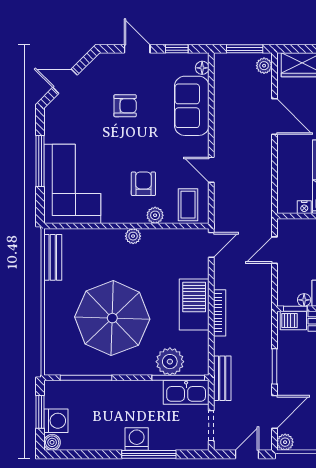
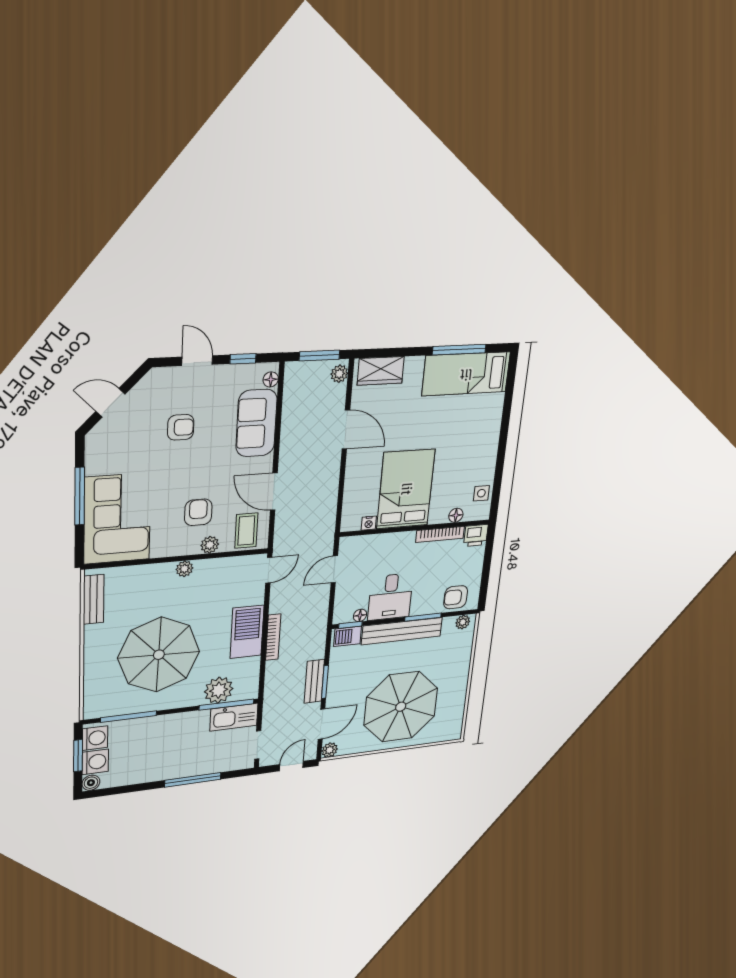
door: (211, 170) -> (274, 492), width x1.38
bench: (222, 378) -> (314, 681), moved
washing machine: (137, 439) -> (95, 738), moved, turned 90

